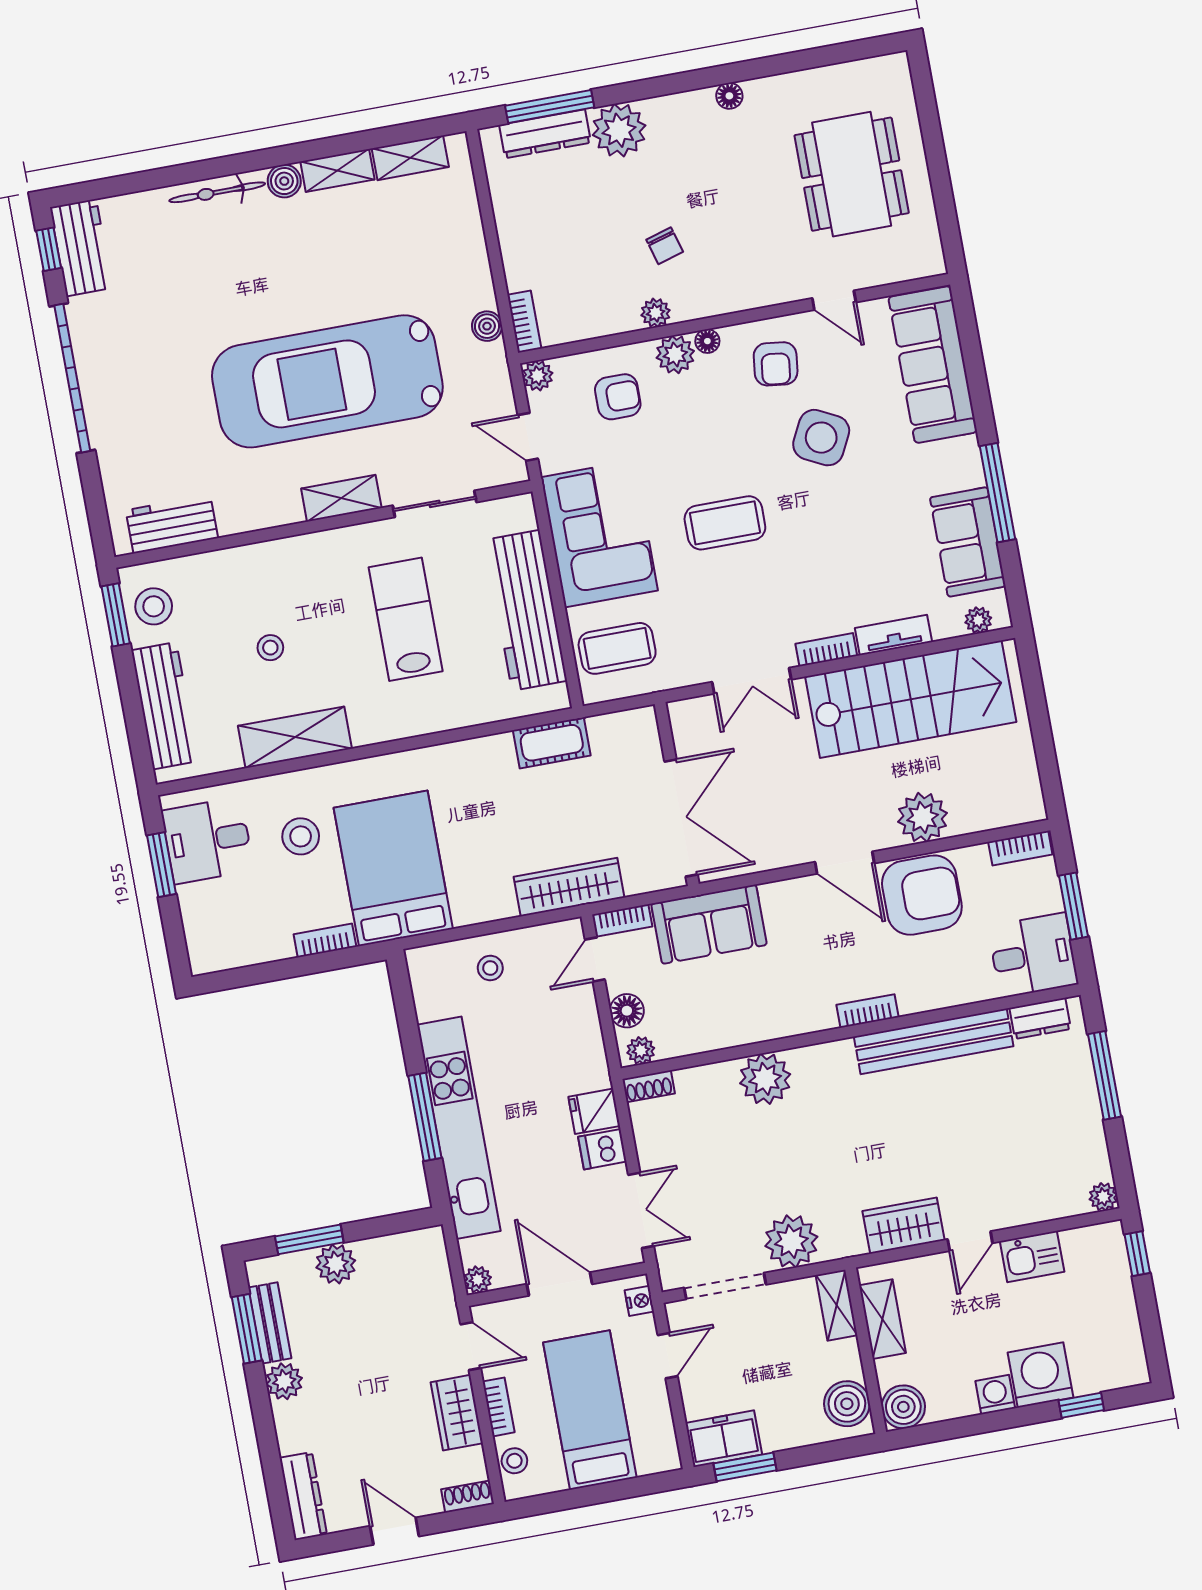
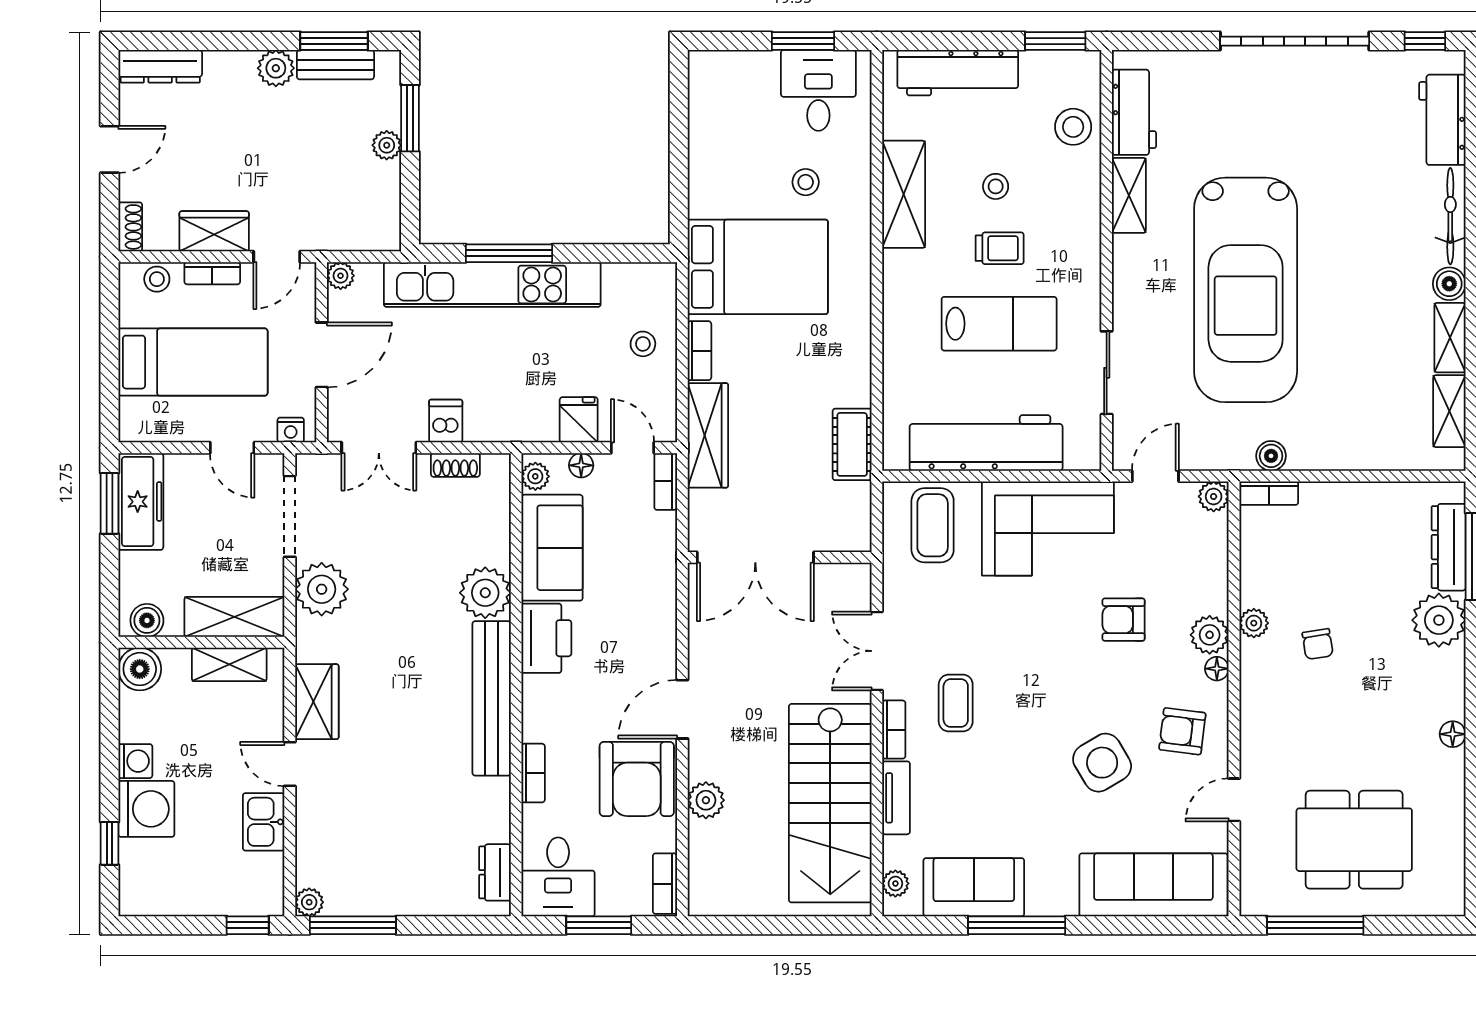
window: (943, 197) -> (1315, 925), added
chair: (665, 246) -> (1318, 644), turned -83
workbench: (81, 248) -> (1442, 120), moved, turned 90
car: (327, 381) -> (1246, 290), turned 180
armchair: (618, 397) -> (1124, 620), moved, turned 90
side table: (821, 438) -> (1102, 763), turned 32
shelving: (341, 498) -> (1129, 195), moved
coffee table: (725, 523) -> (956, 703), moved, width x0.73, depth x0.77
stool: (154, 606) -> (1073, 127), moved
trolley: (331, 632) -> (1000, 248), added
plant: (923, 817) -> (706, 800), width x0.73, depth x0.73
stool: (301, 836) -> (806, 182), width x0.73, depth x0.73
sofa: (709, 924) -> (552, 548), moved, turned 180
bookcase: (325, 941) -> (699, 351), moved
printer: (799, 1010) -> (546, 638), added
floor lamp: (627, 1011) -> (581, 465), width x0.73, depth x0.73
bookcase: (868, 1011) -> (533, 773), moved
bench: (934, 1041) -> (492, 698), moved
window: (1104, 1075) -> (353, 925), moved
shoe rack: (649, 1086) -> (455, 465), moved, turned -90
fridge: (594, 1111) -> (579, 420), moved
plant: (336, 1264) -> (387, 145), width x0.73, depth x0.73
shelving: (837, 1305) -> (234, 617), width x1.50, depth x1.33
boiler: (847, 1404) -> (147, 620), width x0.73, depth x0.73
freezer: (724, 1439) -> (141, 502), width x1.40

